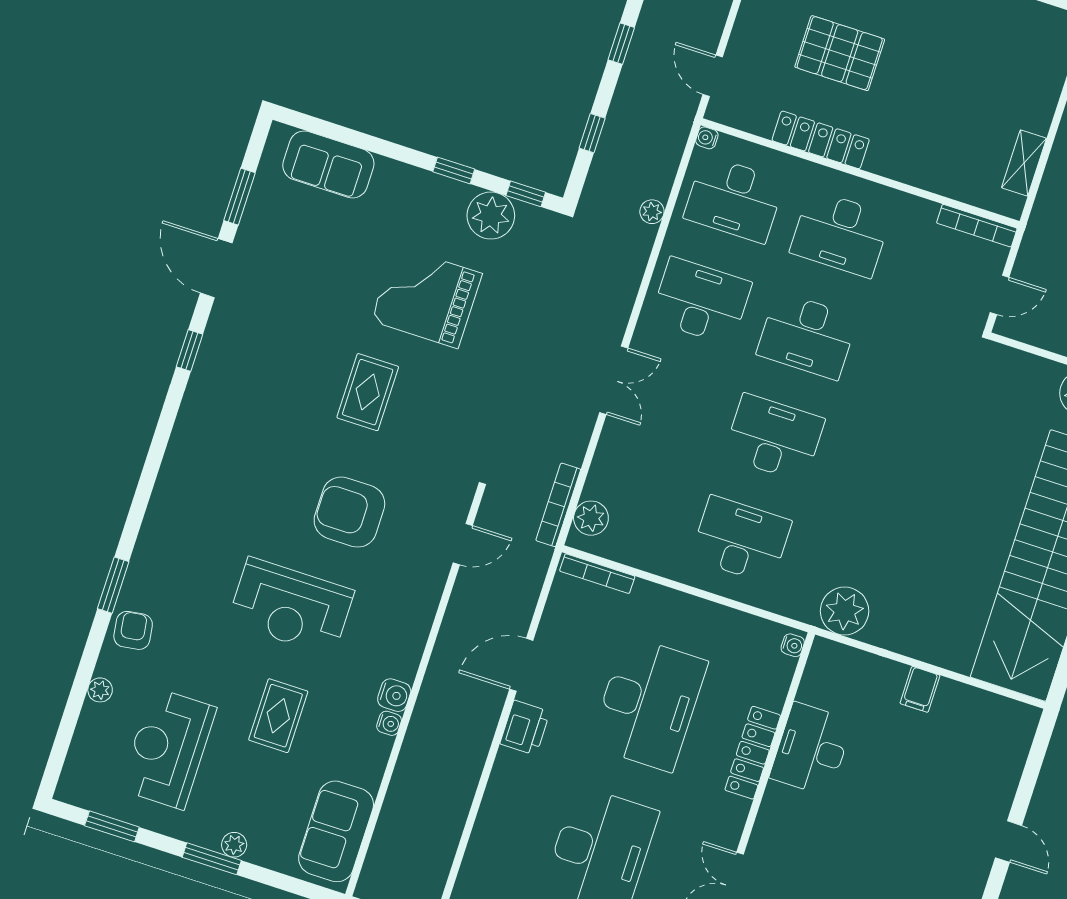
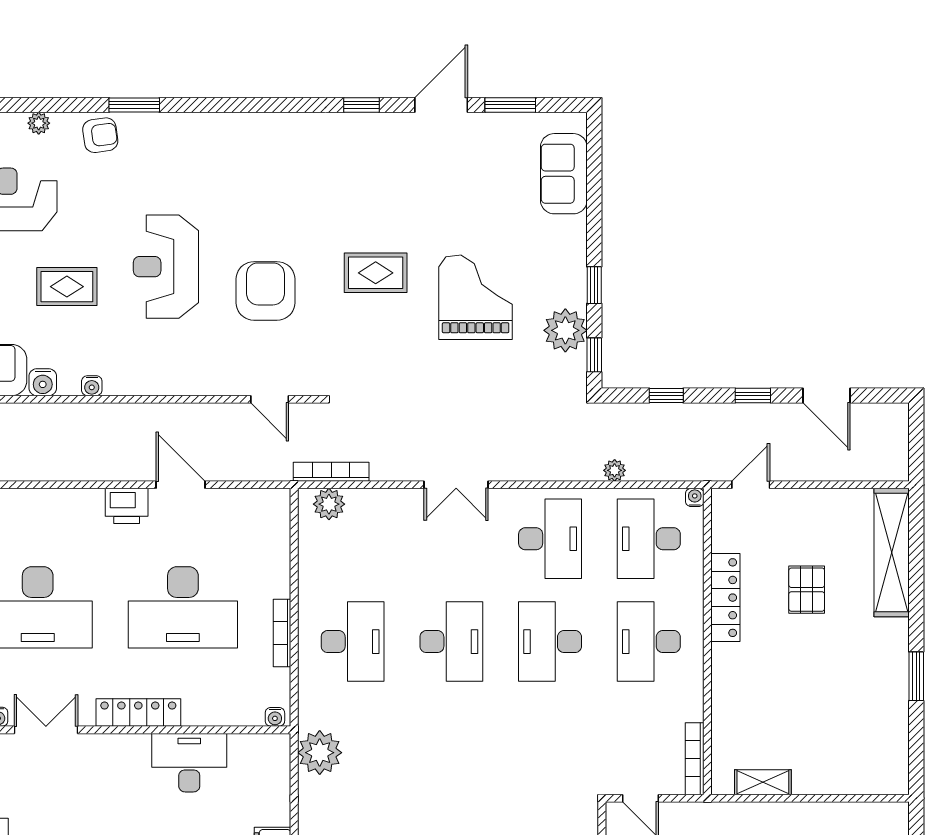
pallet: (840, 53) -> (807, 590), width x0.67, depth x0.71
bookcase: (597, 574) -> (282, 633), moved
water cooler: (394, 695) -> (43, 382), moved
locker: (753, 753) -> (138, 713), moved

